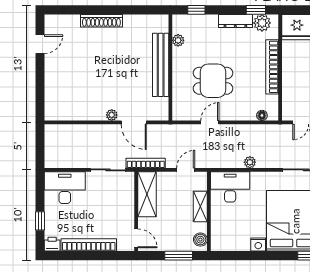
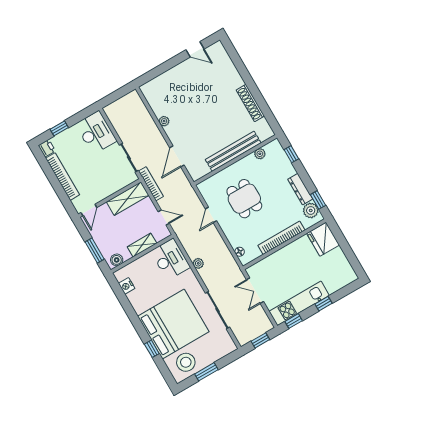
shoe rack: (101, 21) -> (250, 103), moved
plant: (112, 115) -> (164, 121), moved
door: (210, 122) -> (211, 215), swing flipped
nightstand: (258, 245) -> (127, 286), moved

